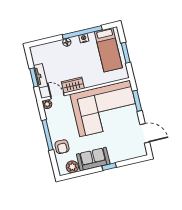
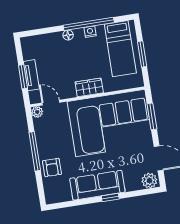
wardrobe: (73, 85) -> (89, 87), moved
sofa: (93, 159) -> (97, 185), width x1.36
plant: (72, 167) -> (149, 181), moved

